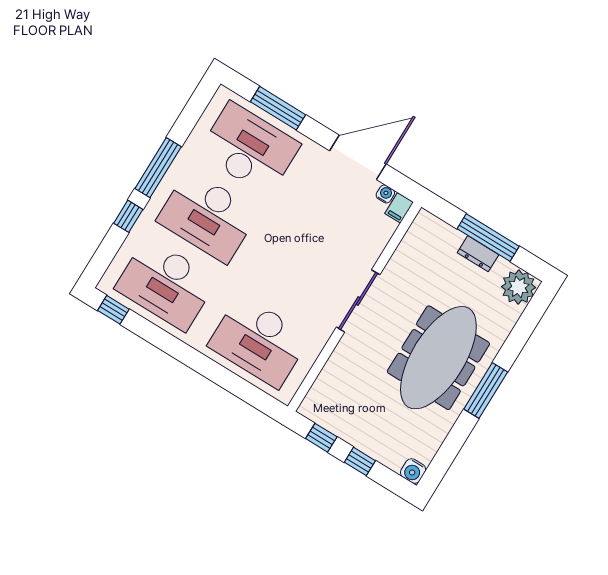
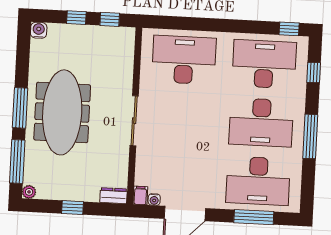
window: (128, 216) -> (314, 72), moved
desk: (208, 216) -> (261, 122), turned 180
window: (488, 238) -> (72, 208), width x0.46
dresser: (478, 254) -> (114, 196), moved
plant: (519, 287) -> (29, 192), width x0.53, depth x0.53
window: (524, 328) -> (17, 162), added

